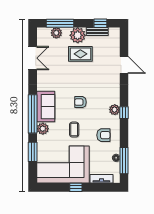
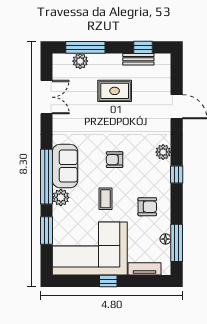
plant: (78, 35) -> (111, 65), removed
plant: (115, 110) -> (163, 152), moved

